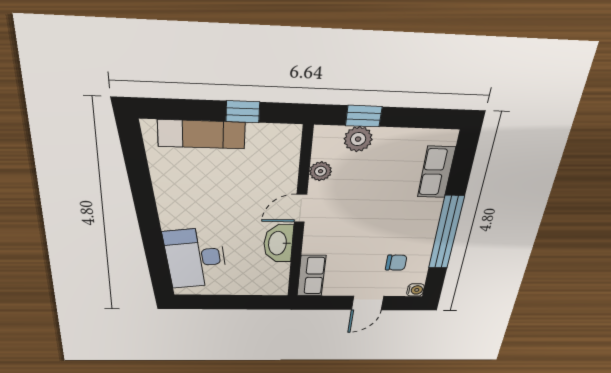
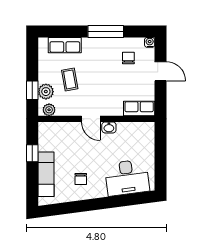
plant: (321, 171) -> (49, 110), moved
coffee table: (374, 178) -> (70, 79), added
chair: (193, 191) -> (81, 179), added
window: (446, 233) -> (106, 31), width x0.68
washbasin: (278, 243) -> (109, 127), width x0.52, depth x0.69

